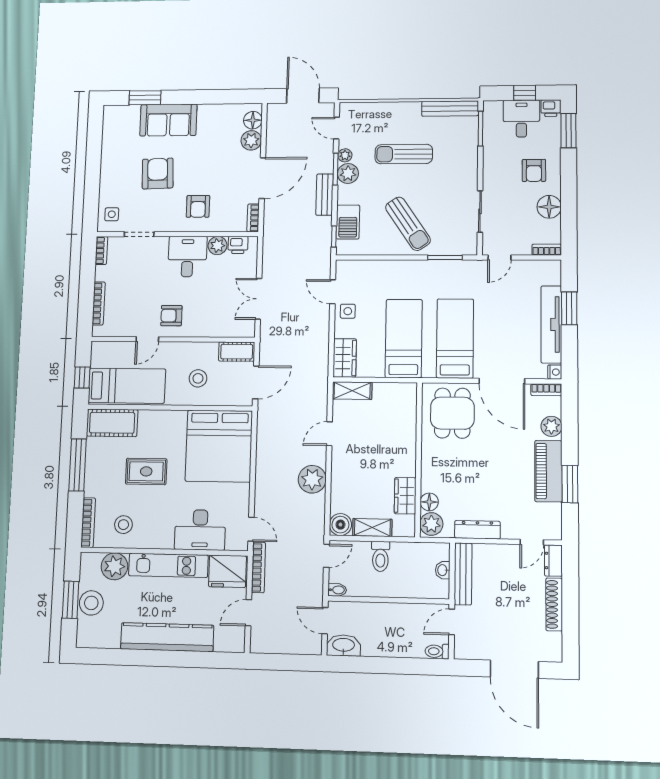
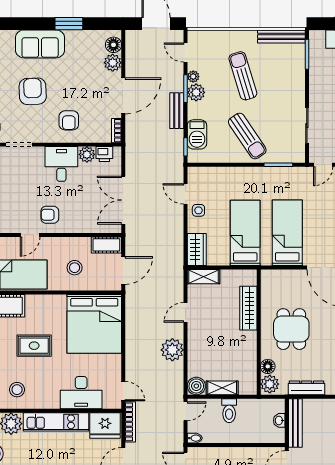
window: (145, 98) -> (69, 24), moved
sun lounger: (404, 154) -> (243, 76), turned 73
double door: (258, 299) -> (123, 200), width x1.37
dining table: (452, 413) -> (291, 329), moved
wardrobe: (405, 496) -> (248, 308), moved, width x1.50

